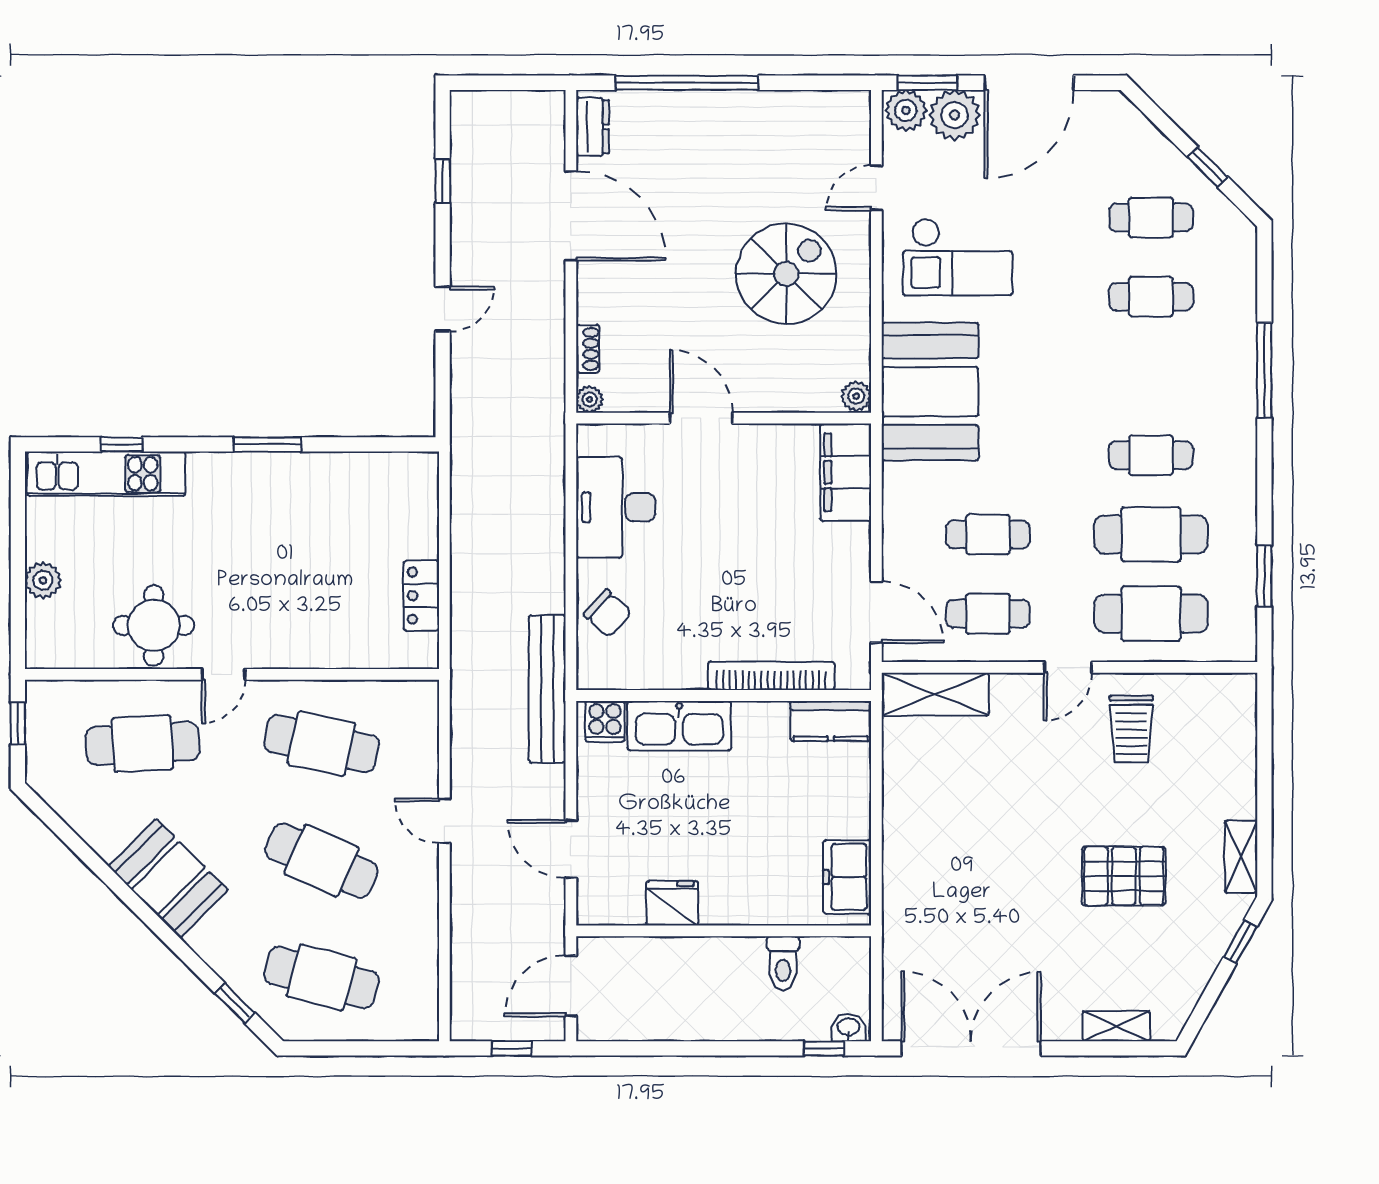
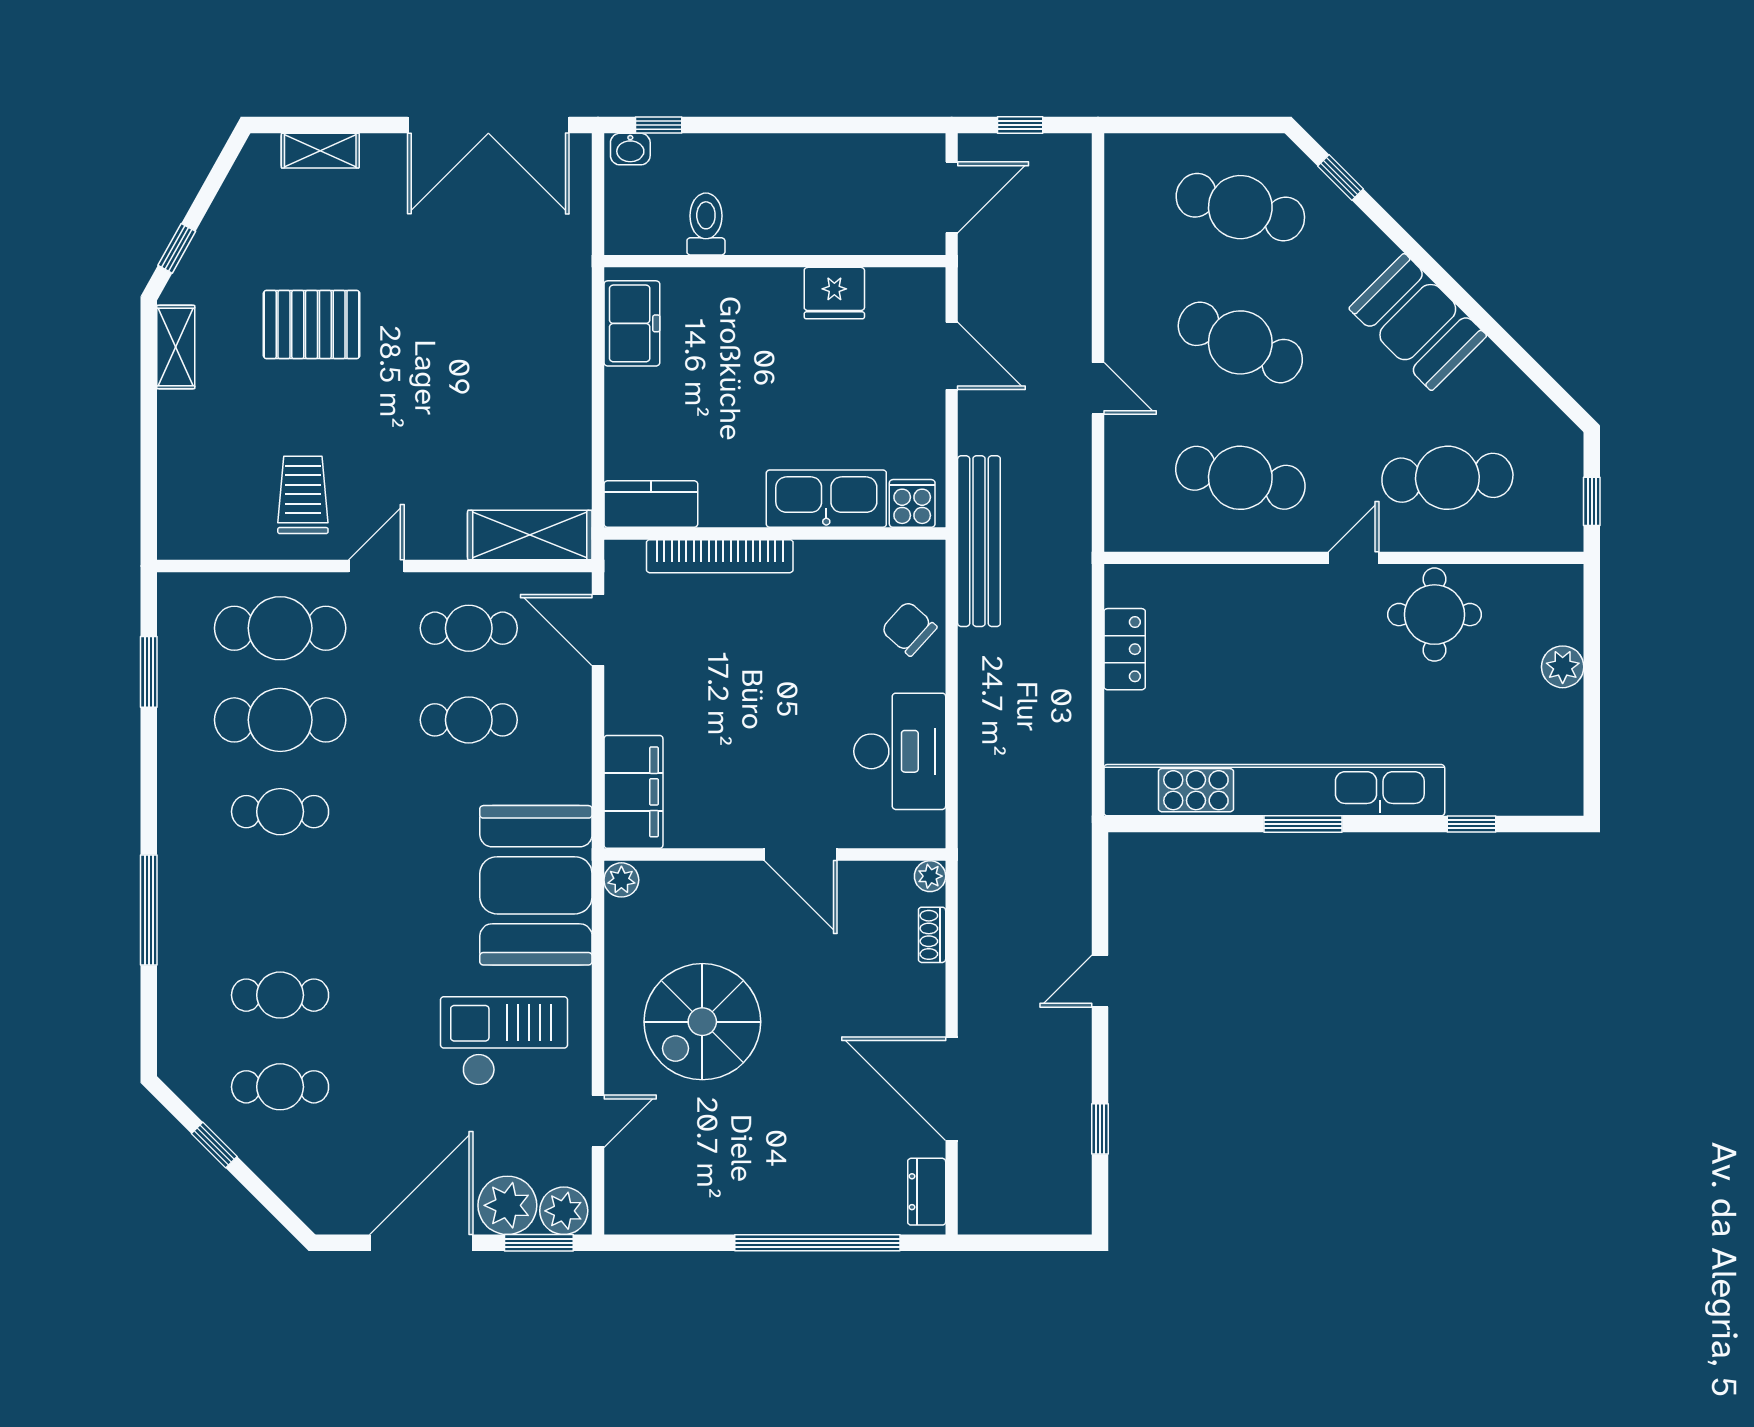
kitchen unit: (106, 474) -> (1274, 790), moved, width x1.86

